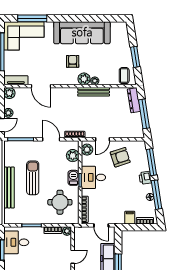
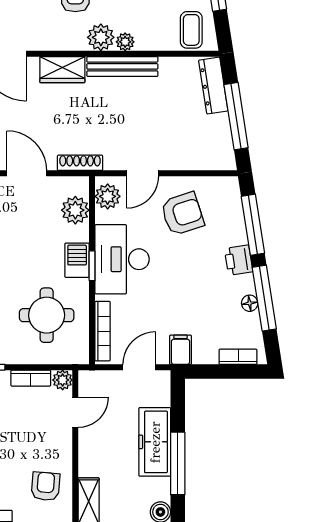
wardrobe: (67, 93) -> (62, 70), added
desk: (93, 177) -> (122, 259), width x1.37
filing cabinet: (130, 218) -> (180, 350), moved
door: (101, 225) -> (139, 367), swing flipped
door: (73, 257) -> (75, 412), moved

